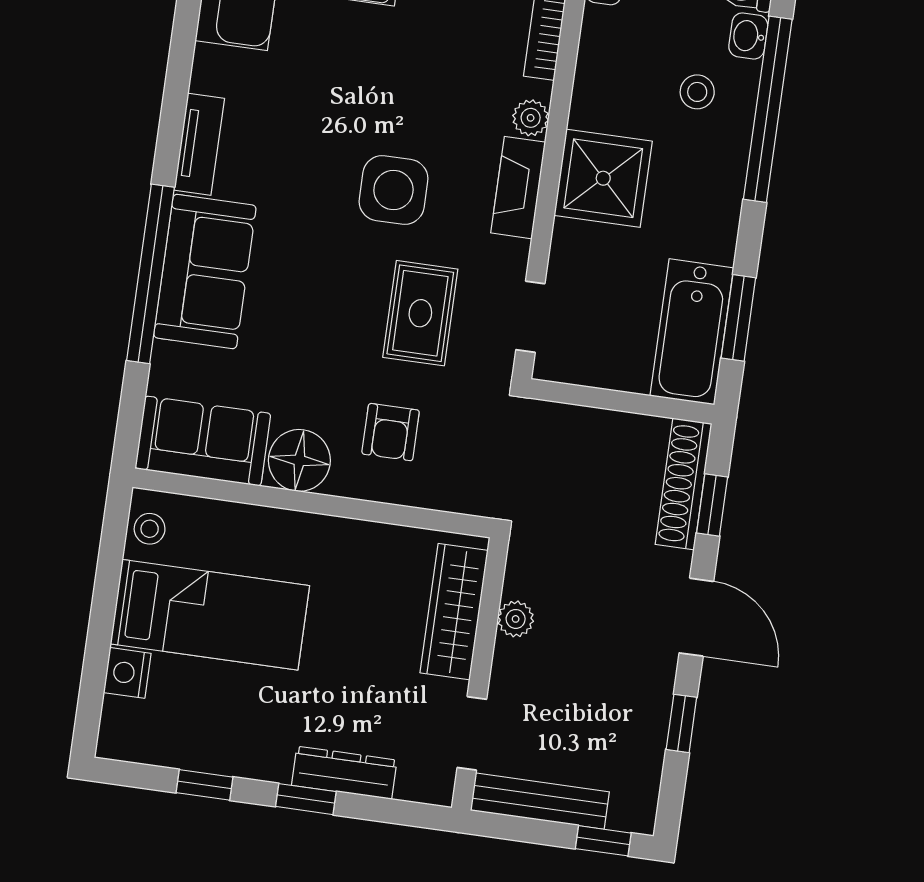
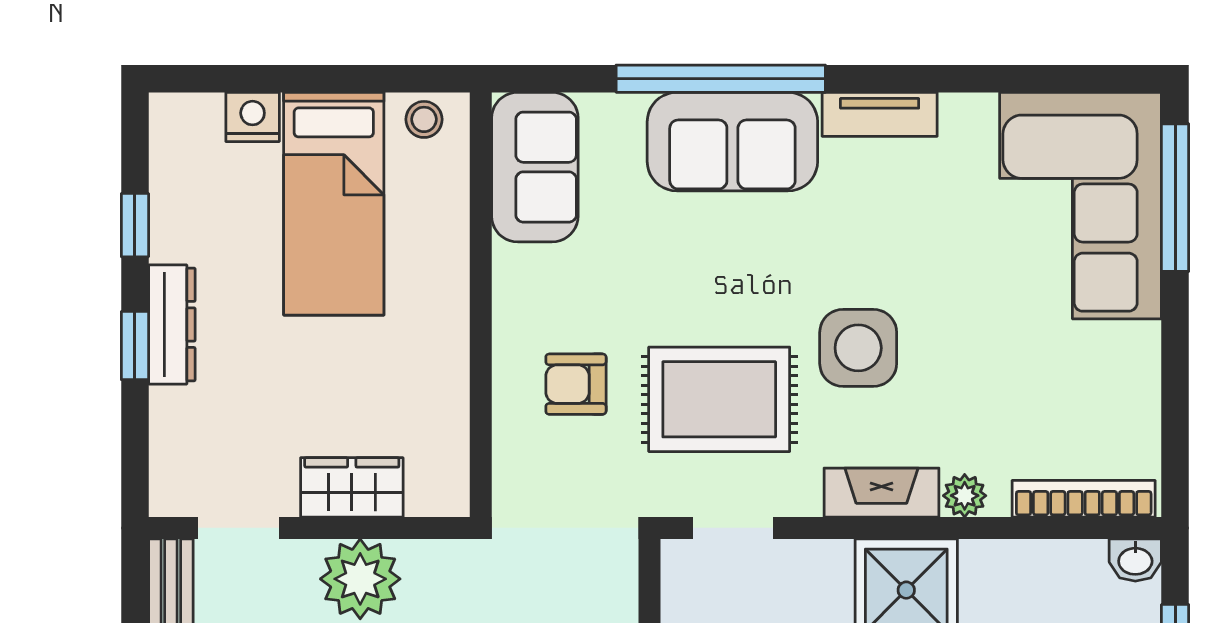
rug: (420, 313) -> (719, 399), width x1.36, depth x1.43
floor lamp: (299, 460) -> (528, 283), removed
wardrobe: (454, 612) -> (352, 487), width x0.67
plant: (516, 619) -> (360, 579), width x1.88, depth x1.88
dresser: (344, 773) -> (172, 324), moved

